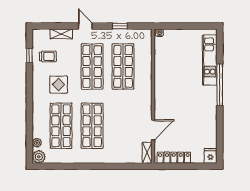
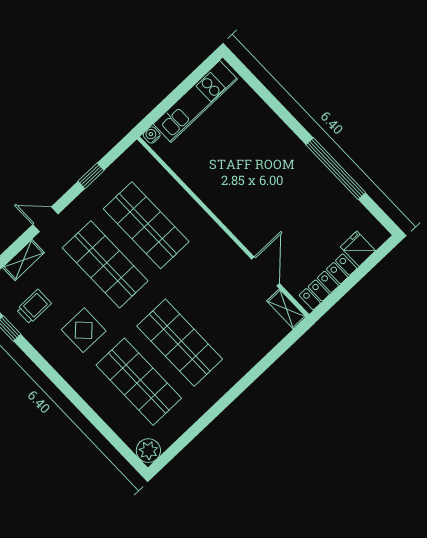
kitchen unit: (210, 60) -> (195, 102), moved, turned -90
window: (220, 85) -> (336, 169), moved
plant: (37, 143) -> (128, 434), removed
fridge: (211, 156) -> (358, 249), moved

